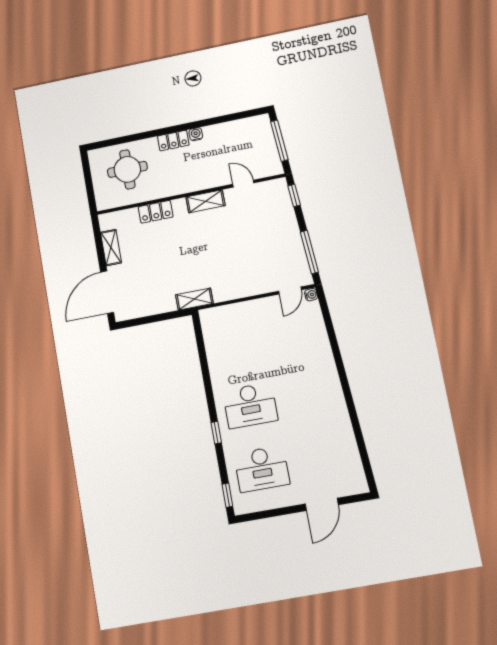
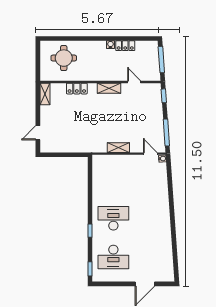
locker: (173, 141) -> (125, 46), moved
shelving: (111, 248) -> (45, 94), moved
door: (290, 290) -> (150, 154), swing flipped
door: (107, 292) -> (38, 133), width x0.53
shelving: (194, 299) -> (118, 148), moved
desk: (250, 405) -> (113, 218), turned 180

